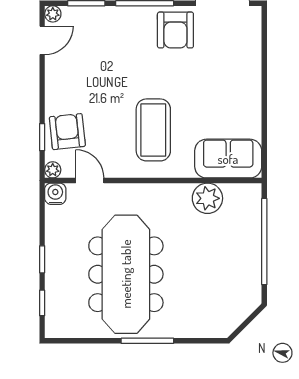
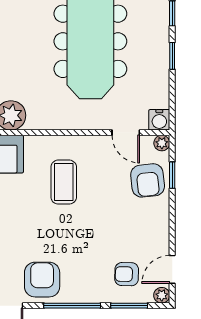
armchair: (89, 36) -> (127, 274), added
coffee table: (153, 130) -> (64, 182), width x0.73, depth x0.76

